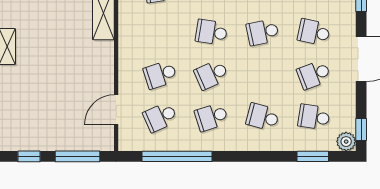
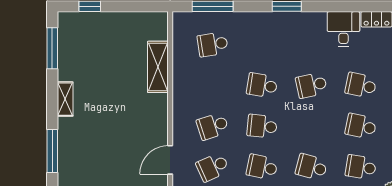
school desk: (211, 75) -> (262, 126), turned 30
school desk: (314, 75) -> (361, 126), turned 33
school desk: (211, 117) -> (262, 167), turned 30

